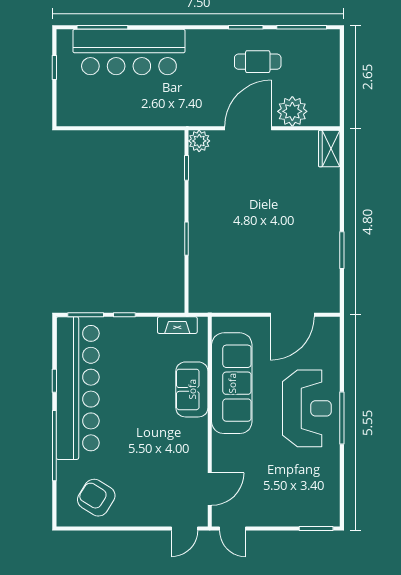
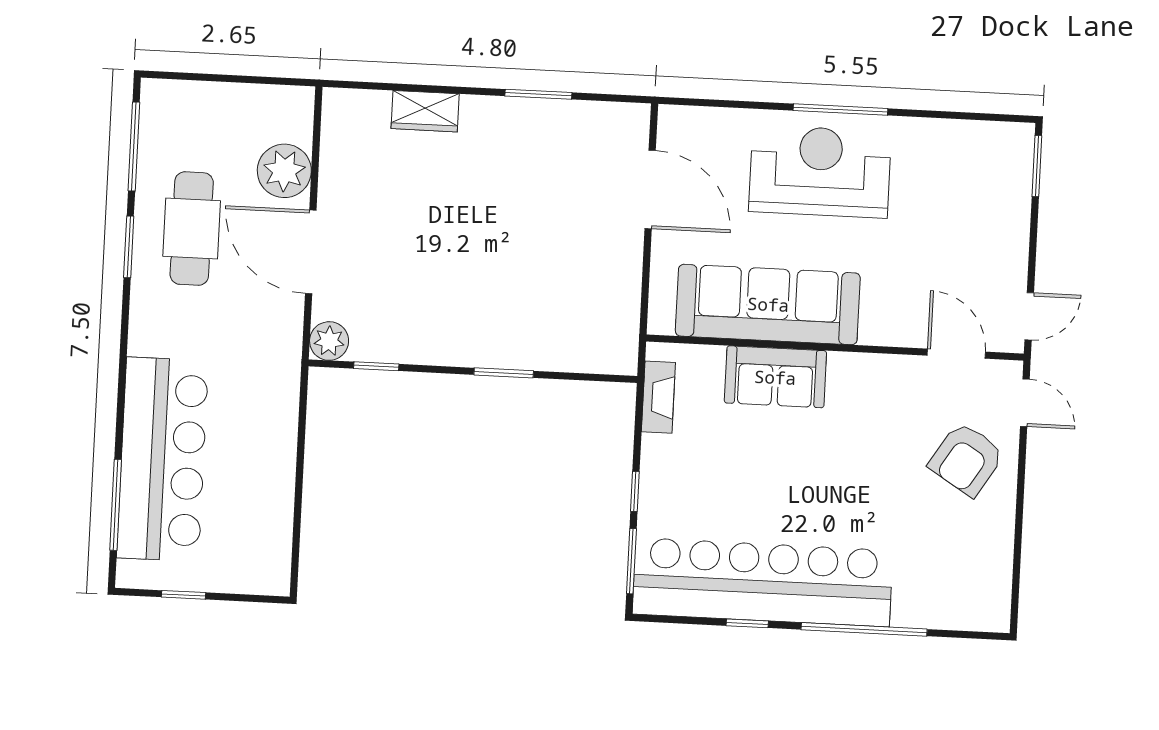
cafe table: (258, 62) -> (192, 229), width x1.37, depth x1.35
wardrobe: (329, 149) -> (425, 111), moved
armchair: (96, 498) -> (966, 459), moved

